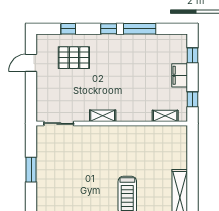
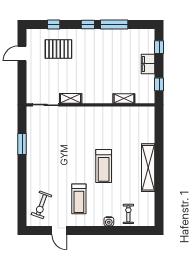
shelving: (103, 116) -> (71, 98), moved
shelving: (165, 116) -> (124, 98), moved

